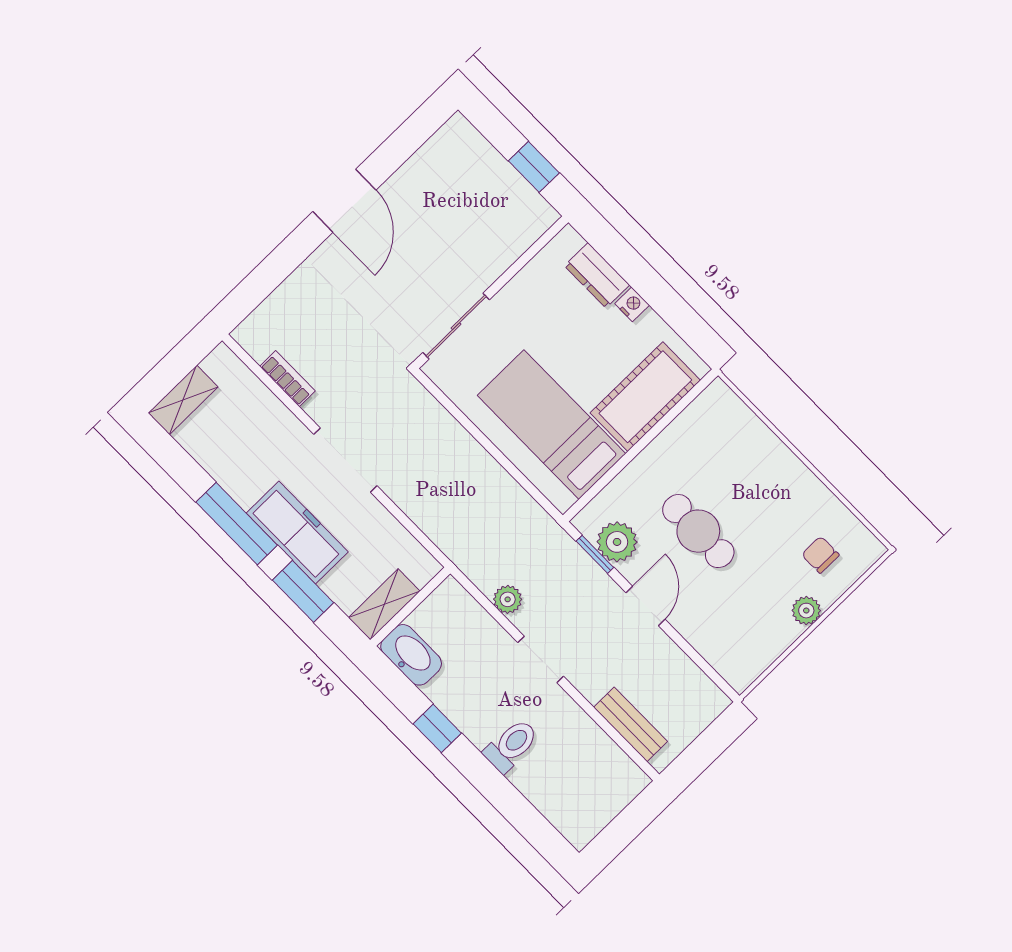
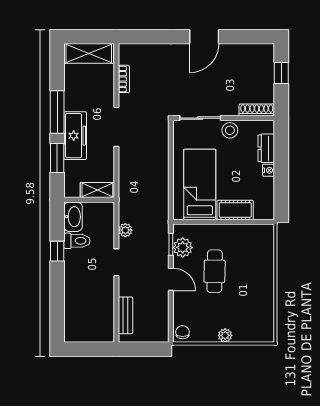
window: (534, 167) -> (281, 73), moved
shoe rack: (528, 233) -> (257, 110), added
stool: (517, 301) -> (230, 130), added
cot: (645, 397) -> (235, 210), width x0.73, depth x0.75
shelving: (183, 400) -> (89, 53), width x1.50, depth x1.33
chair: (820, 555) -> (183, 332), moved
shelving: (384, 604) -> (97, 190), moved
door: (646, 606) -> (171, 279), hinge flipped
toilet: (511, 745) -> (77, 241), moved

